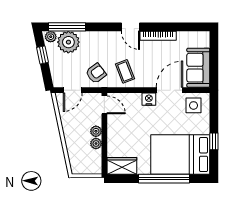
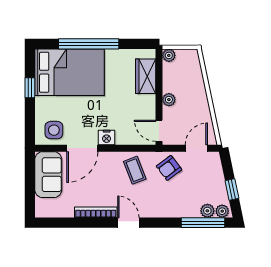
plant: (68, 42) -> (207, 211), width x0.53, depth x0.53
plant: (96, 143) -> (169, 55), moved
wardrobe: (122, 166) -> (146, 76), moved, turned 90

